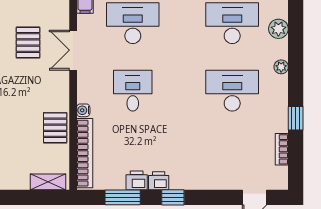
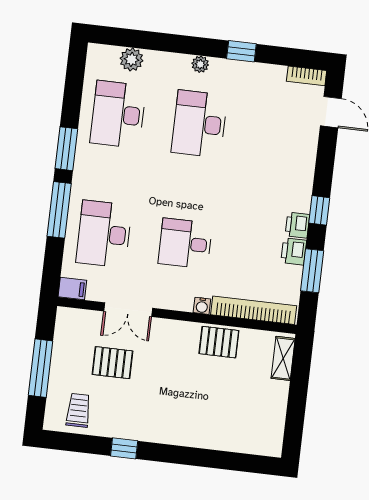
plant: (281, 67) -> (200, 64), moved
bookcase: (282, 149) -> (307, 76), moved

